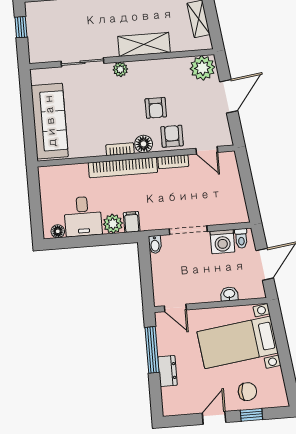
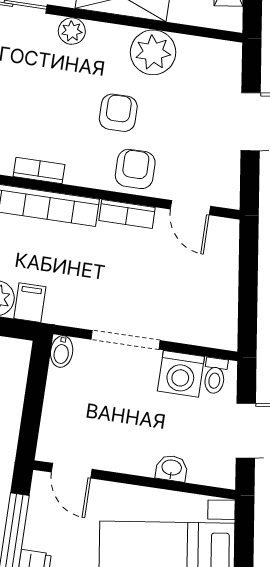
plant: (202, 68) -> (153, 52), moved
armchair: (156, 108) -> (118, 113), turned 180
floor lamp: (144, 144) -> (82, 171), removed

